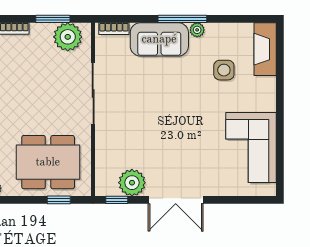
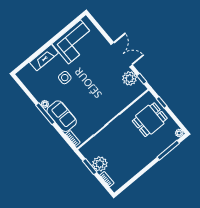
plant: (68, 37) -> (100, 164), moved
fireplace: (265, 49) -> (44, 58), moved
side table: (224, 70) -> (65, 78), moved
dining table: (48, 162) -> (150, 120), width x0.73

